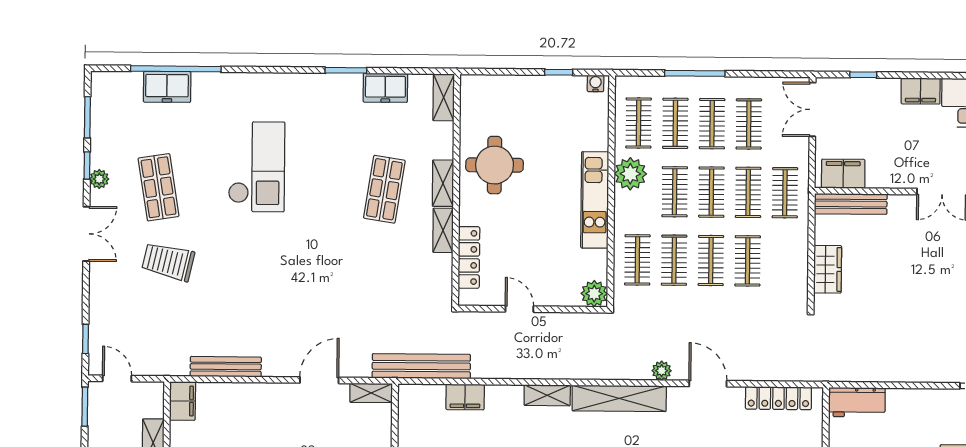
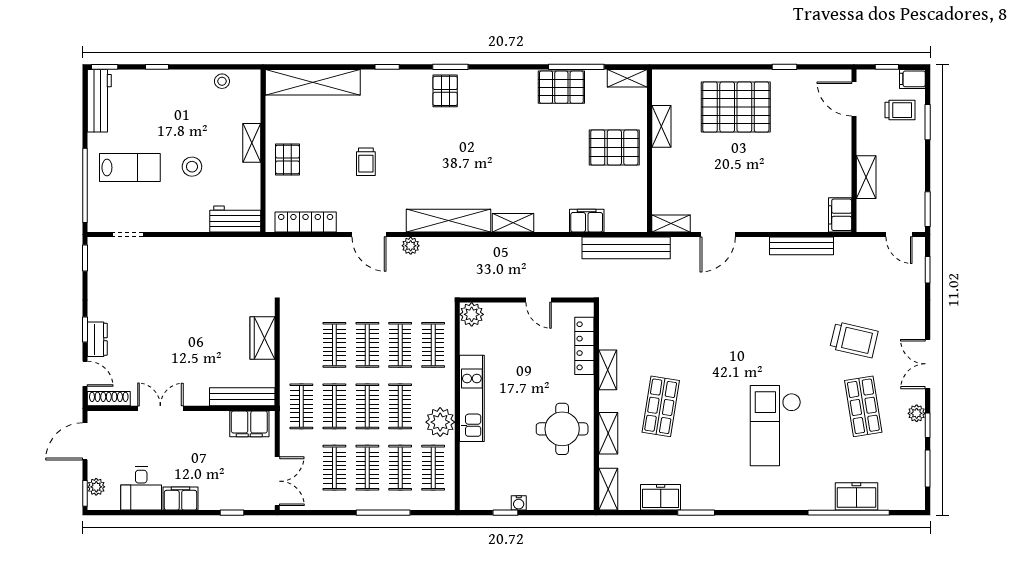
water cooler: (596, 83) -> (519, 503), moved
shelving: (443, 183) -> (608, 433), moved

